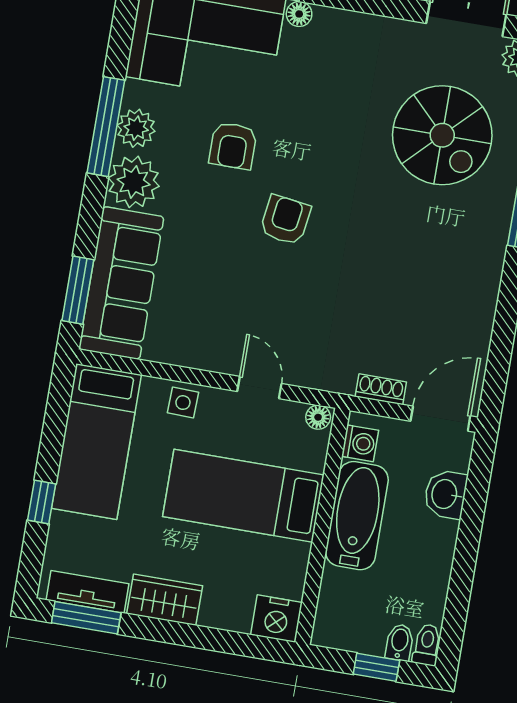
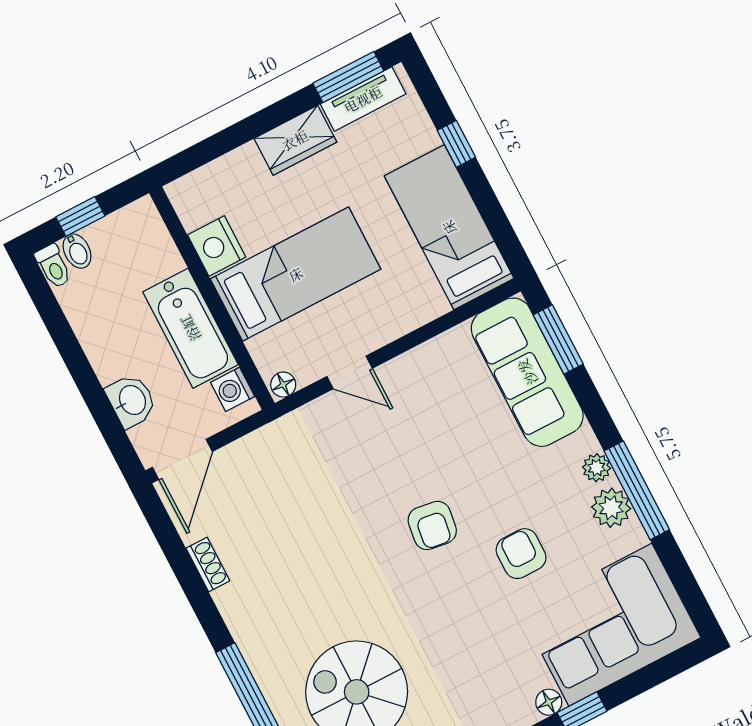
plant: (134, 182) -> (597, 468), width x0.53, depth x0.53
shoe rack: (381, 389) -> (208, 564), moved, turned -90
side table: (183, 403) -> (403, 313), removed
nightstand: (276, 619) -> (217, 246), moved, turned -90

